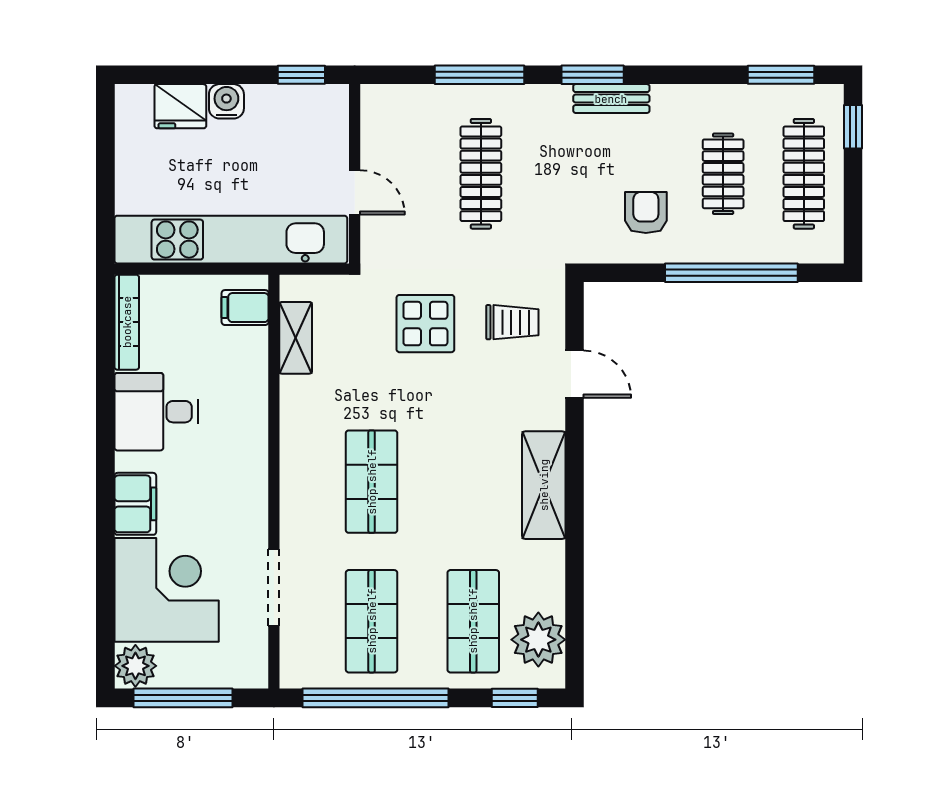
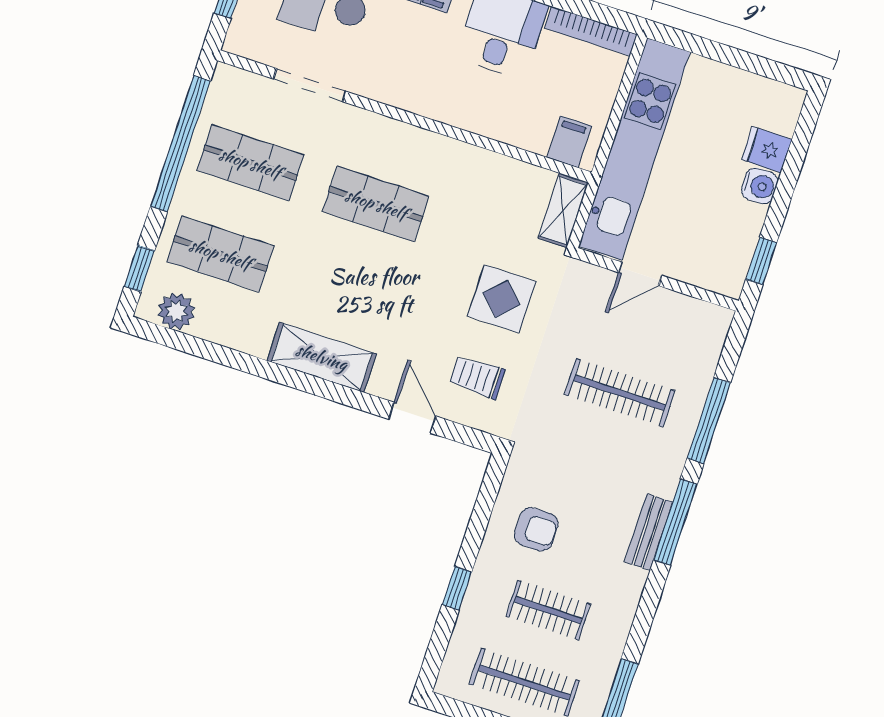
window: (593, 75) -> (675, 522), width x1.44
fridge: (180, 106) -> (767, 149), width x0.72
window: (731, 273) -> (457, 588), width x0.32
trolley: (512, 322) -> (477, 377), turned 90
shelving: (296, 338) -> (563, 211), moved, turned 90
door: (575, 374) -> (412, 418), swing flipped
plant: (538, 640) -> (176, 311), width x0.73, depth x0.73

